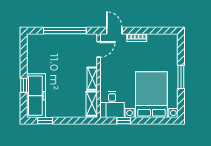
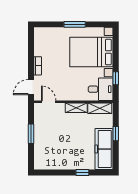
window: (65, 31) -> (31, 134), width x0.47
freezer: (36, 96) -> (104, 149), moved, turned -90
window: (45, 121) -> (116, 134), moved

